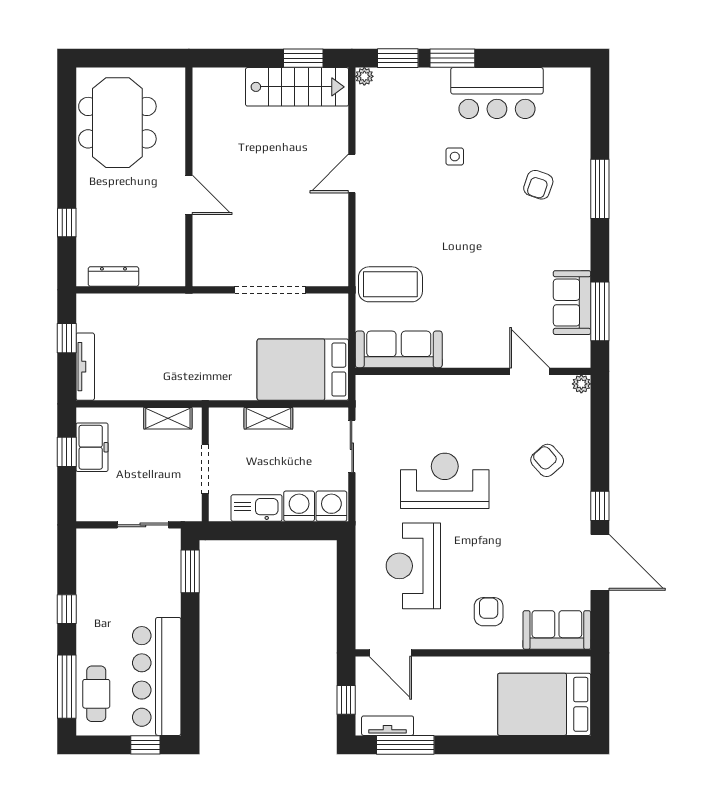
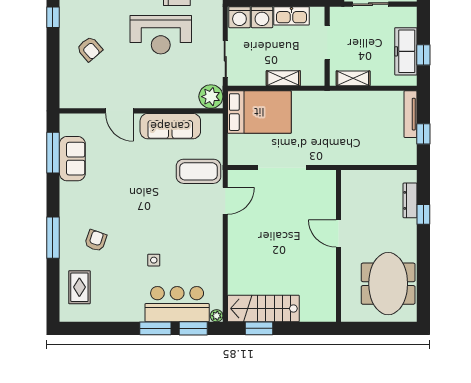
bar counter: (497, 93) -> (177, 304), moved
rug: (562, 117) -> (79, 287), added
door: (352, 173) -> (225, 201), moved
dresser: (113, 276) -> (410, 200), moved, turned 90
sofa: (399, 349) -> (170, 126), moved
door: (530, 371) -> (119, 111), moved
plant: (581, 384) -> (211, 97), moved, width x1.88, depth x1.88
freezer: (92, 447) -> (406, 51), width x1.40

